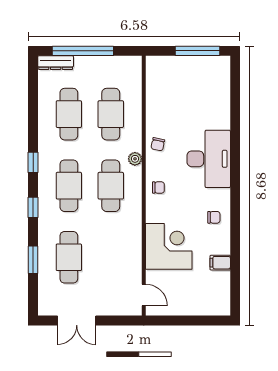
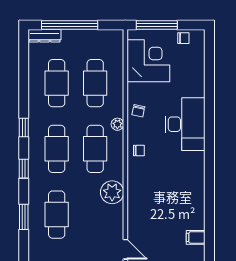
window: (197, 51) -> (157, 25), moved
chair: (214, 217) -> (183, 38), moved
plant: (129, 233) -> (112, 192), added
corner desk: (169, 246) -> (148, 61), moved
filing cabinet: (220, 263) -> (196, 237), moved

